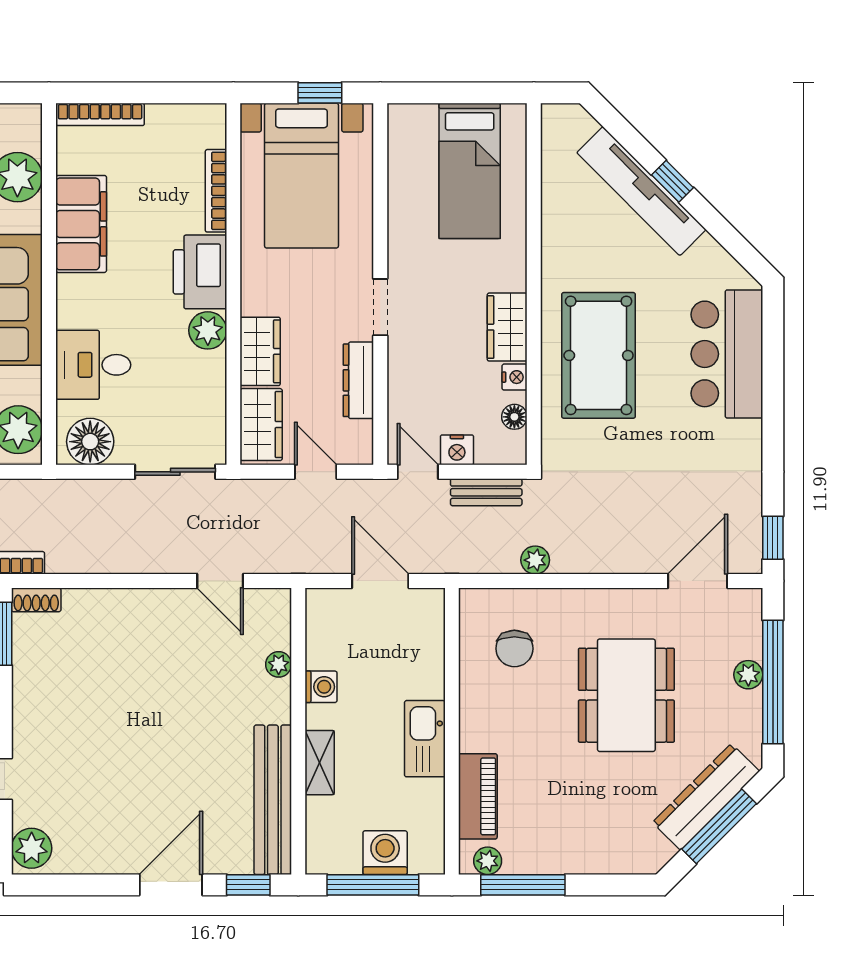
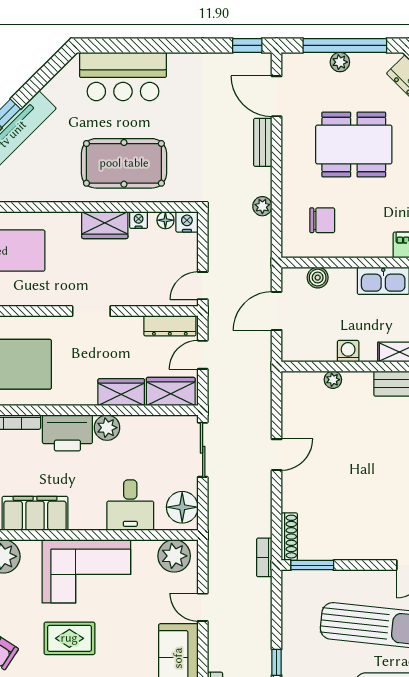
dresser: (358, 380) -> (170, 326), moved
nightstand: (457, 450) -> (187, 222), moved, turned -90
bench: (486, 492) -> (263, 142), moved
door: (220, 581) -> (277, 455), moved
shoe rack: (36, 600) -> (289, 537), width x1.43
boiler: (430, 642) -> (318, 278), added

